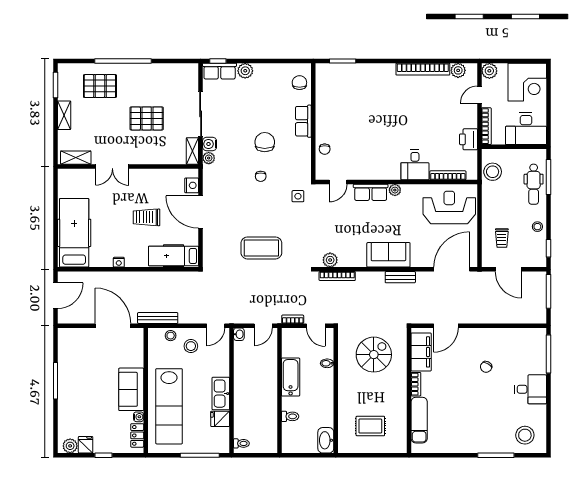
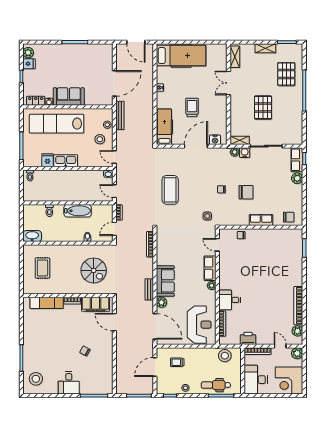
plant: (330, 260) -> (161, 302), moved

